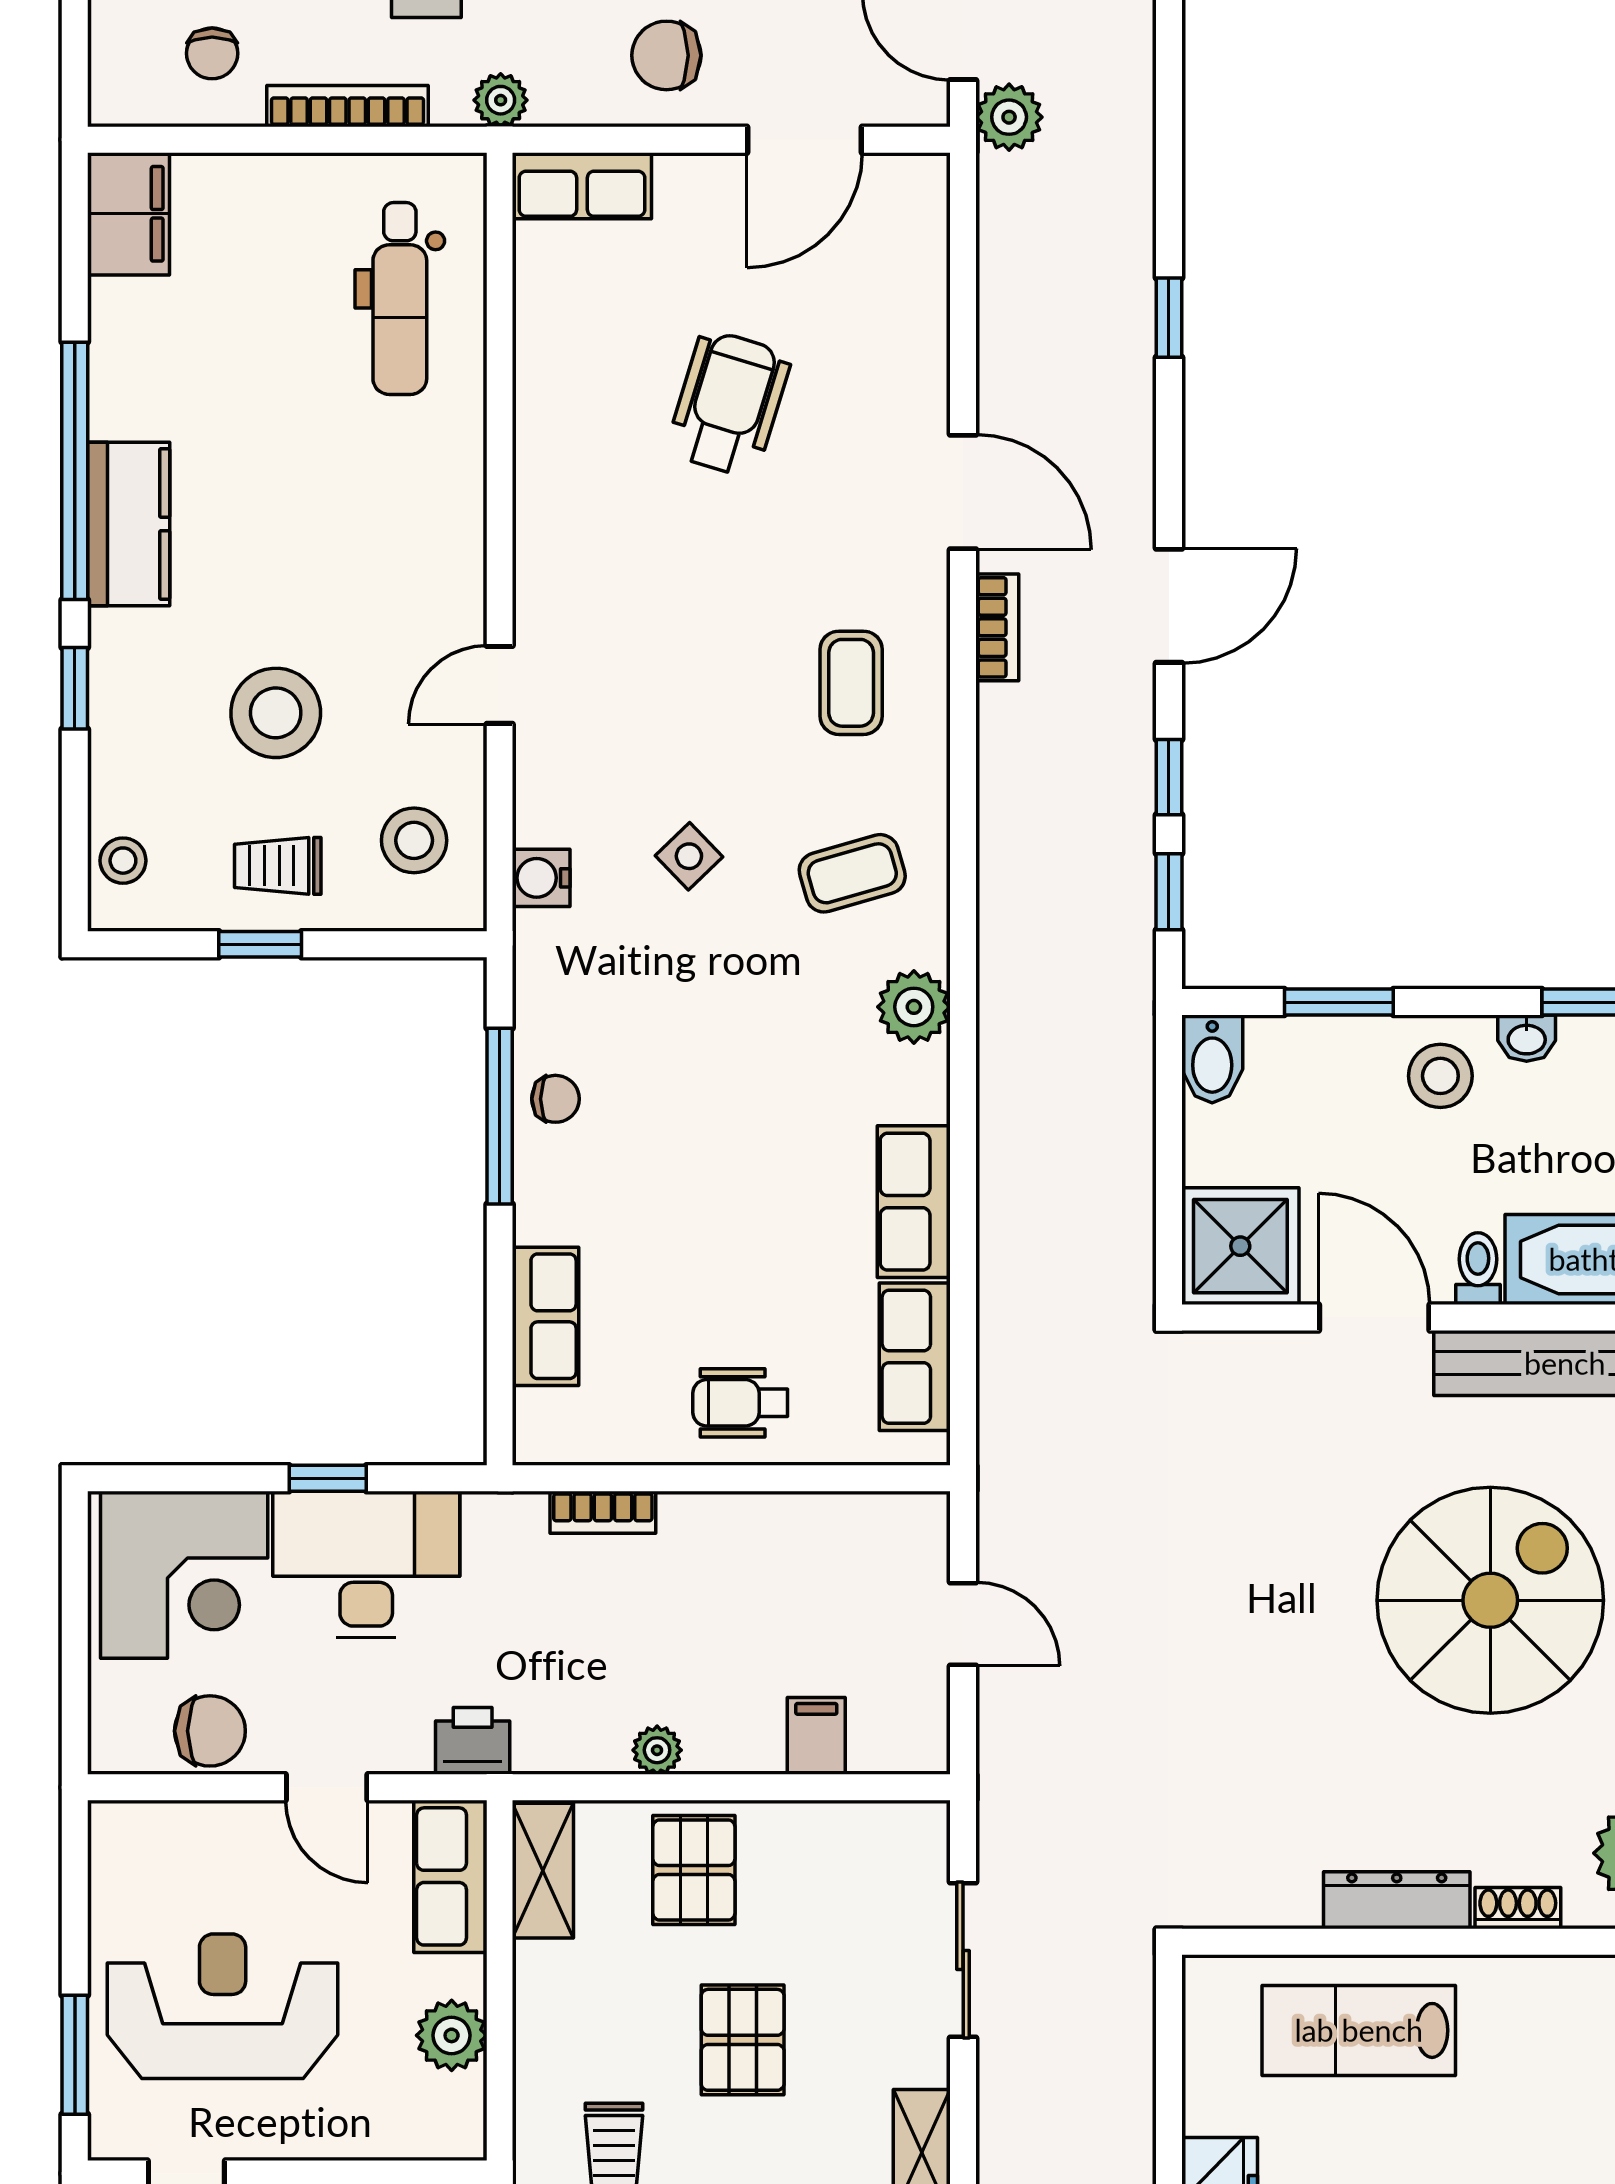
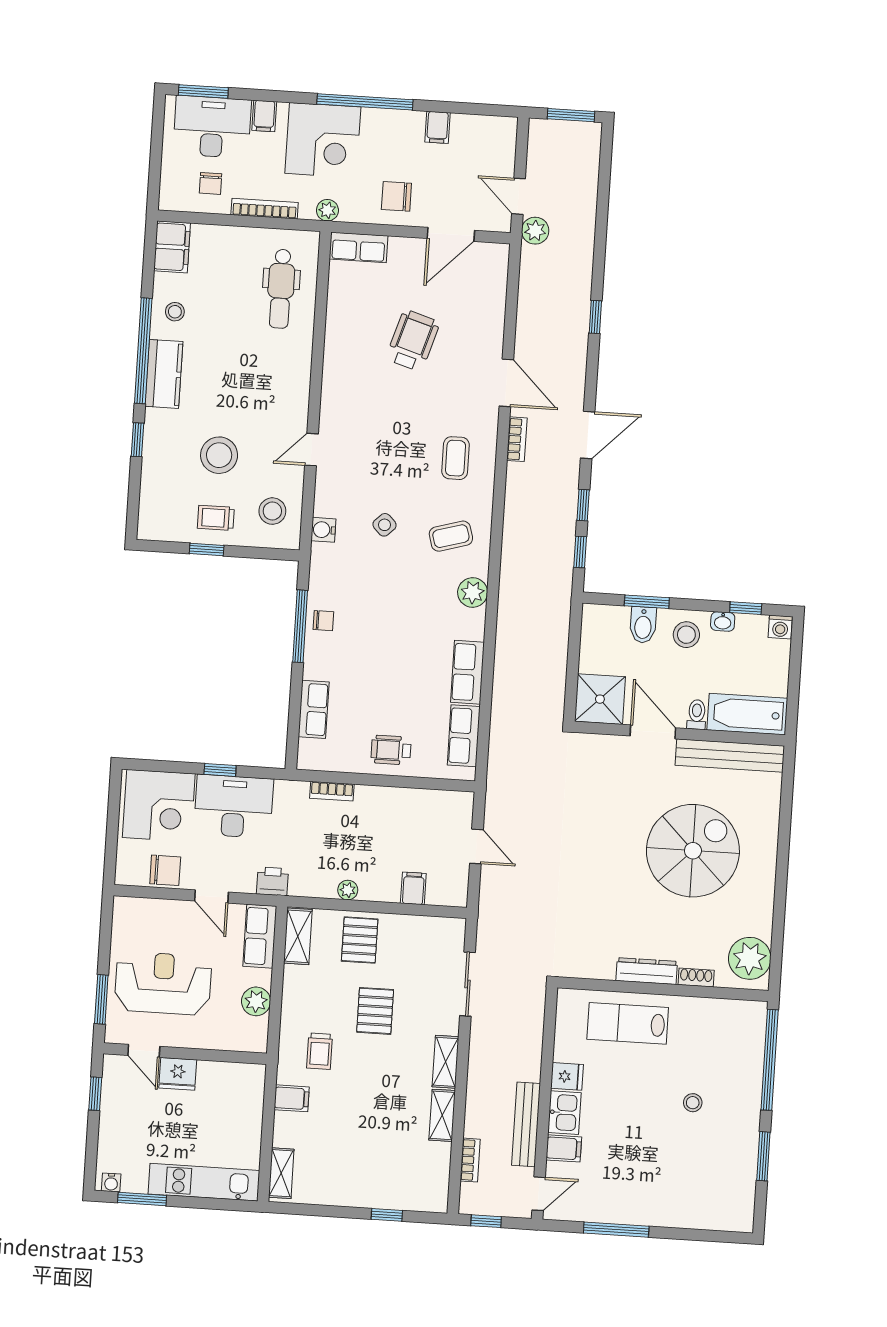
stool: (123, 861) -> (175, 312), moved
bidet: (1212, 1059) -> (643, 625), moved

